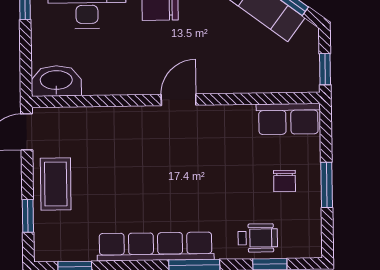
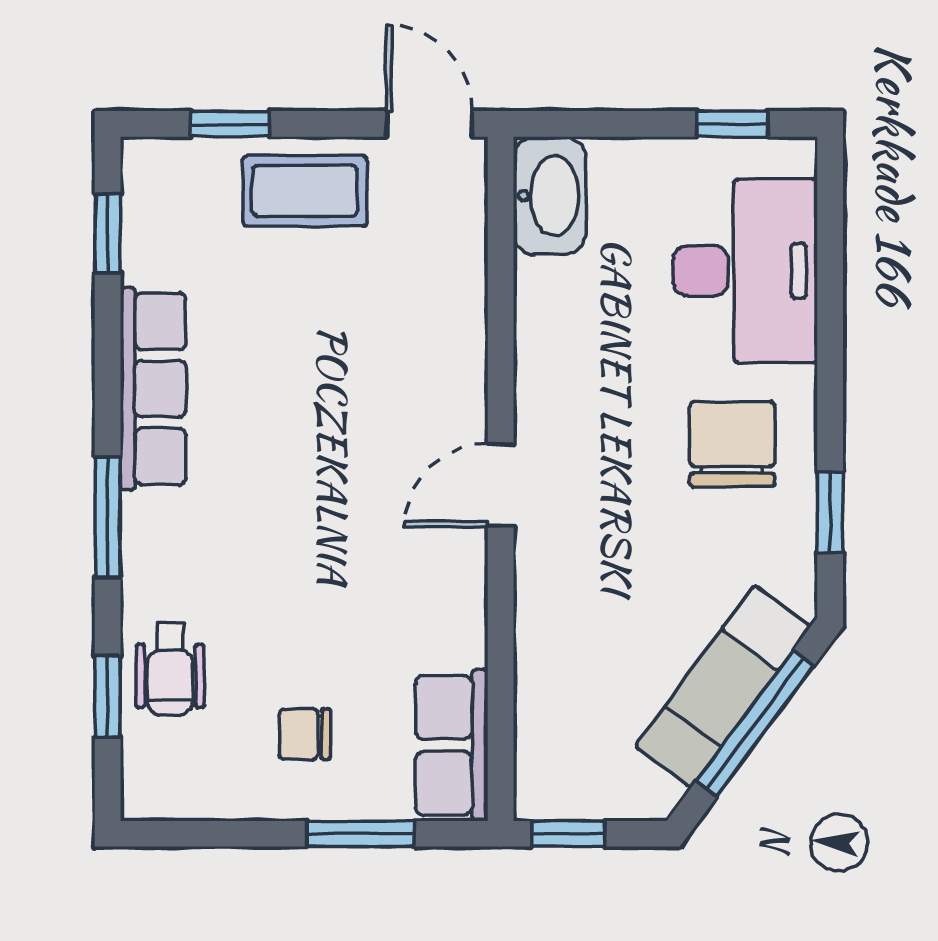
door: (179, 100) -> (501, 485), swing flipped
window: (327, 185) -> (361, 834), moved
row of seats: (156, 247) -> (153, 389), width x0.73

